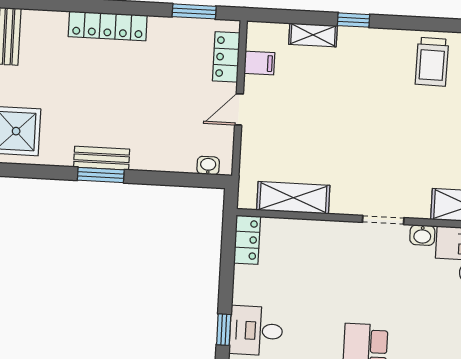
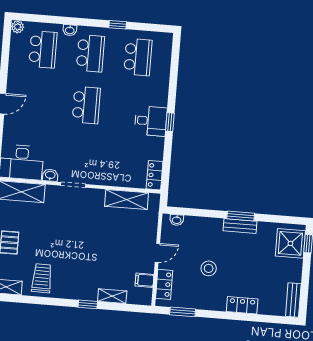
locker: (108, 26) -> (242, 305), width x0.66
stool: (152, 86) -> (209, 268), added

